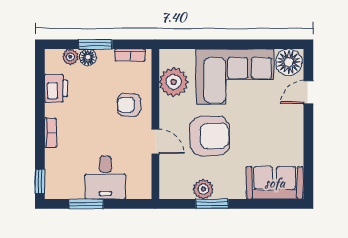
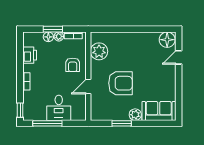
plant: (70, 57) -> (59, 36), moved
corner sofa: (235, 77) -> (135, 48), removed
armchair: (129, 105) -> (73, 65), turned -90
door: (155, 141) -> (88, 87), swing flipped
plant: (203, 189) -> (135, 115), moved
window: (86, 204) -> (47, 123), width x1.44

